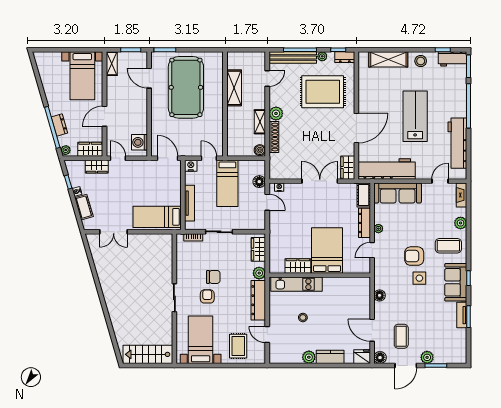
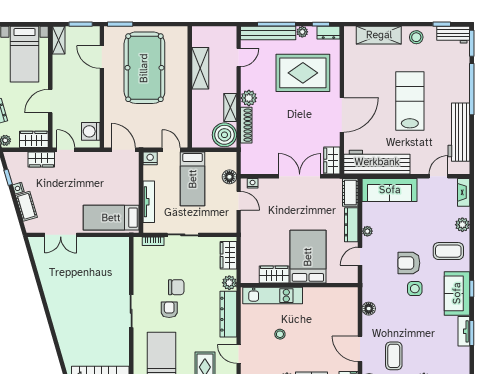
boiler: (260, 150) -> (224, 135), width x1.86, depth x1.86

